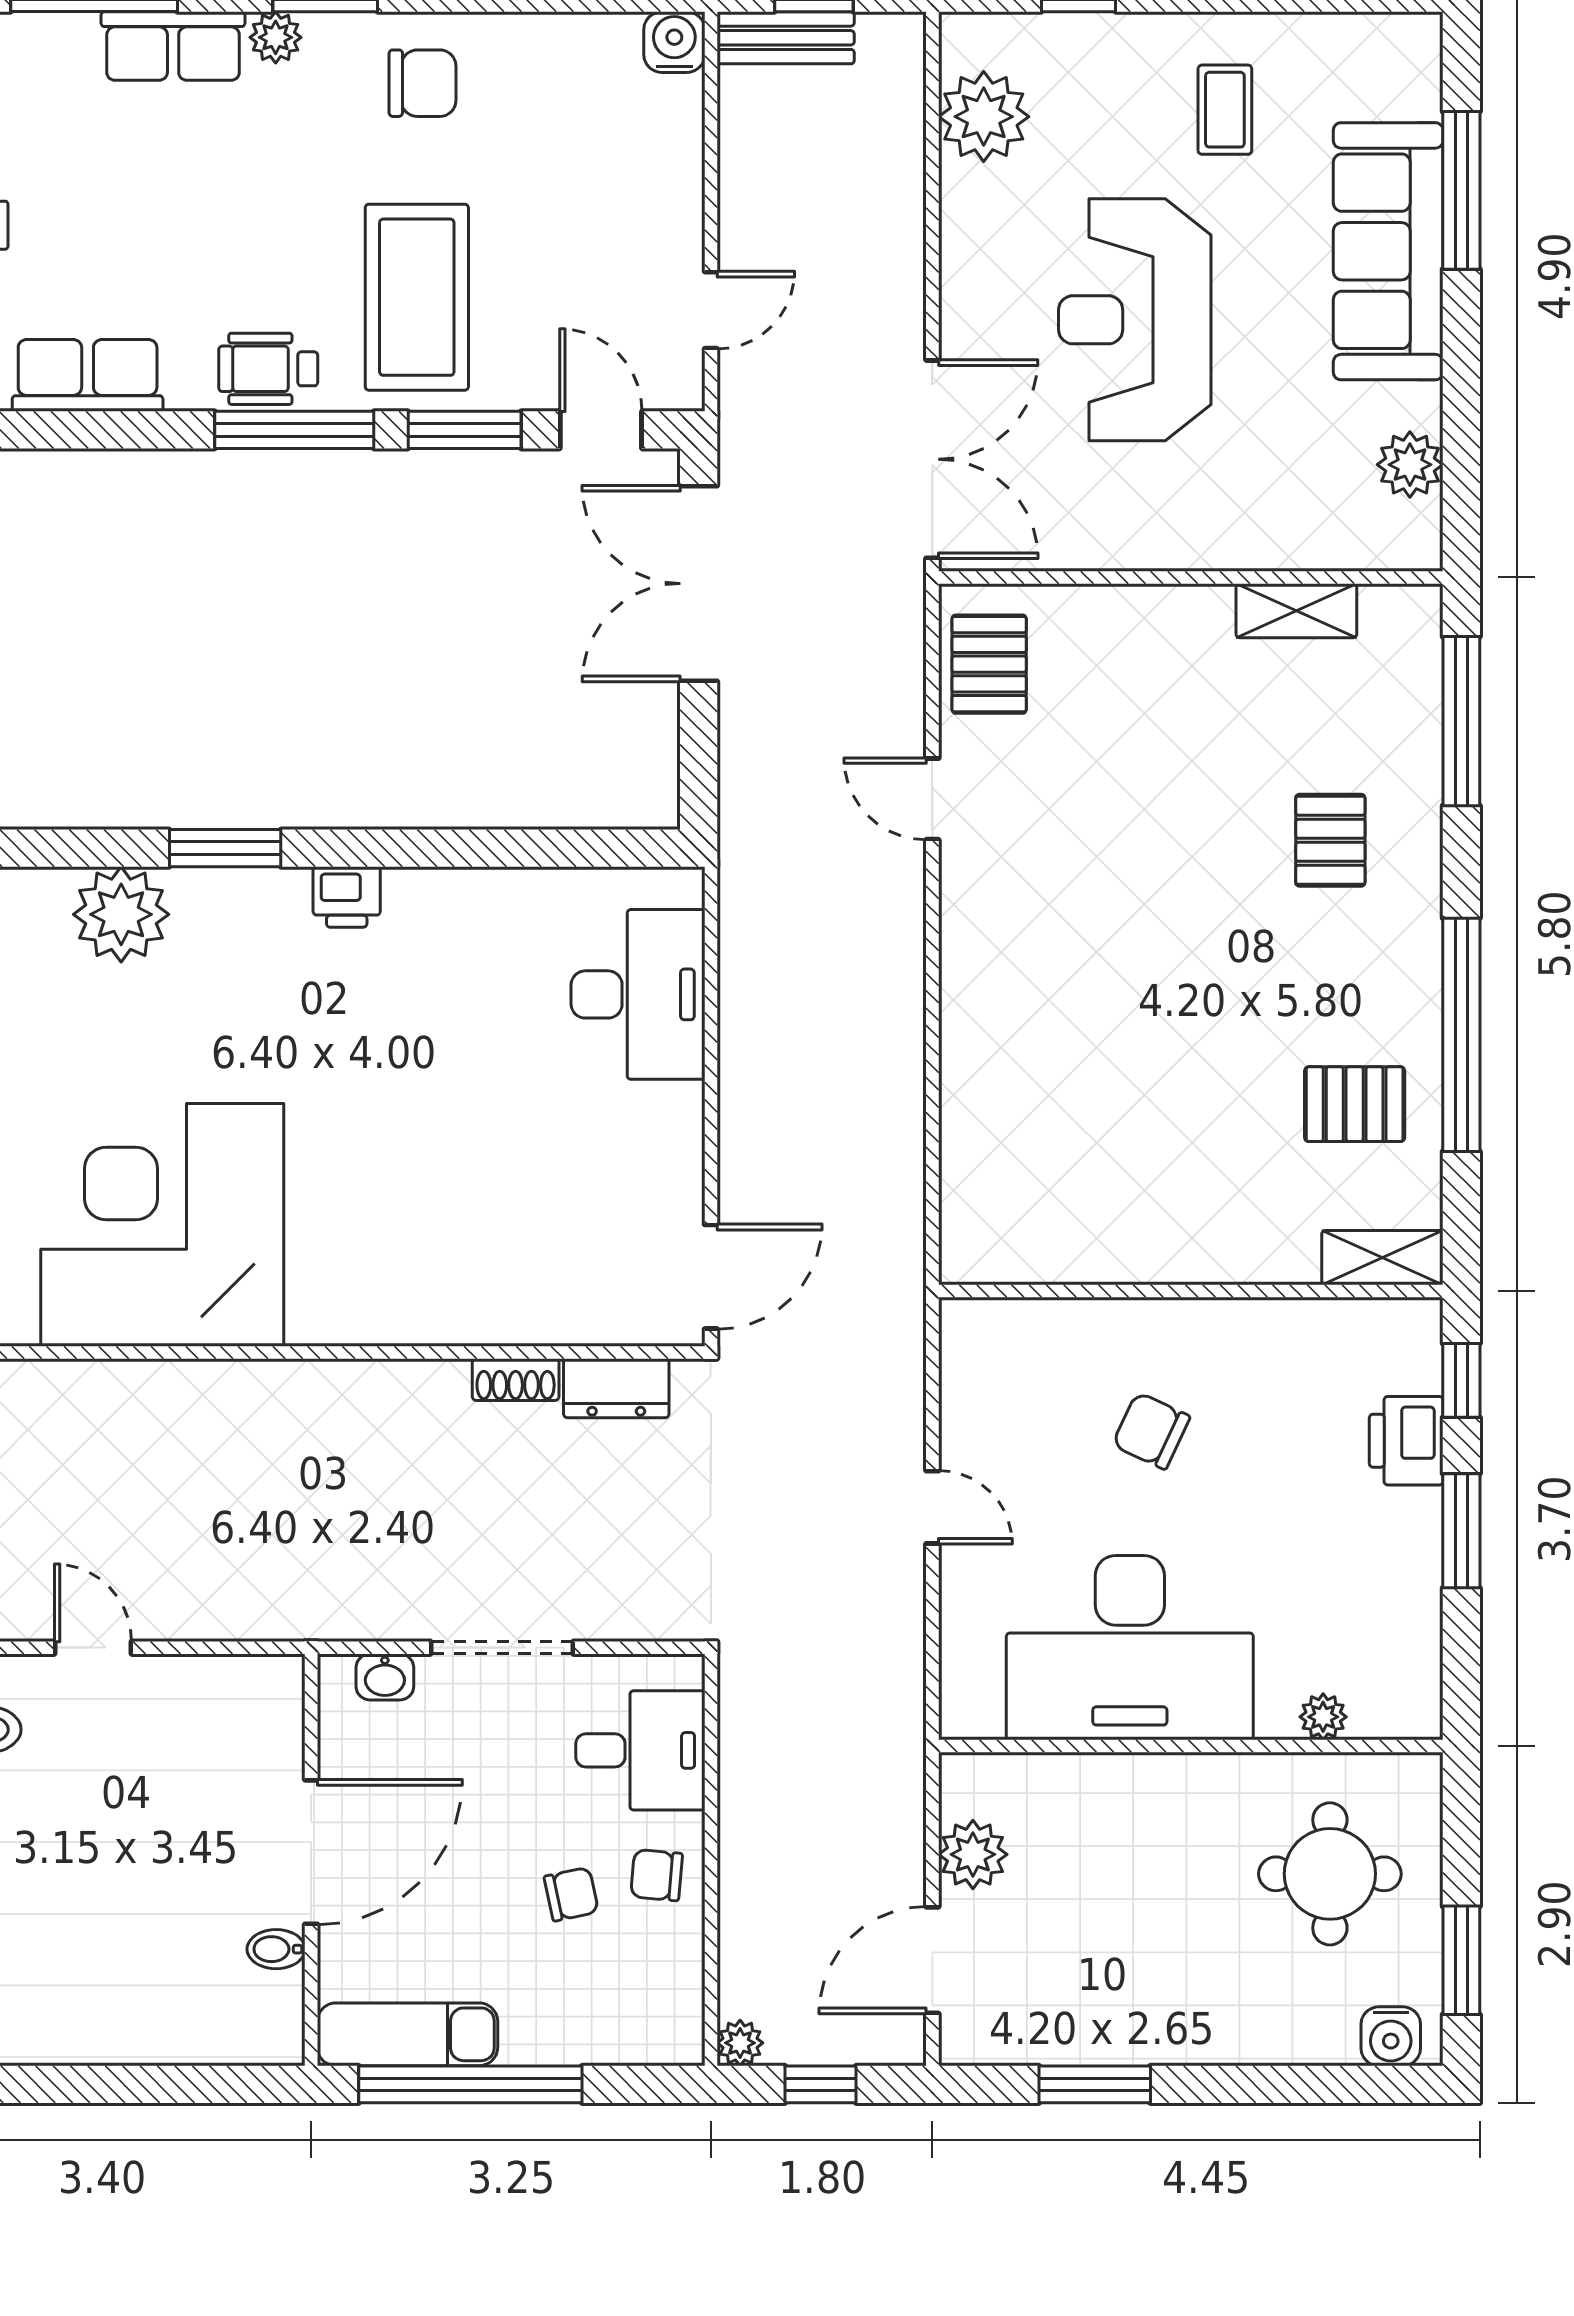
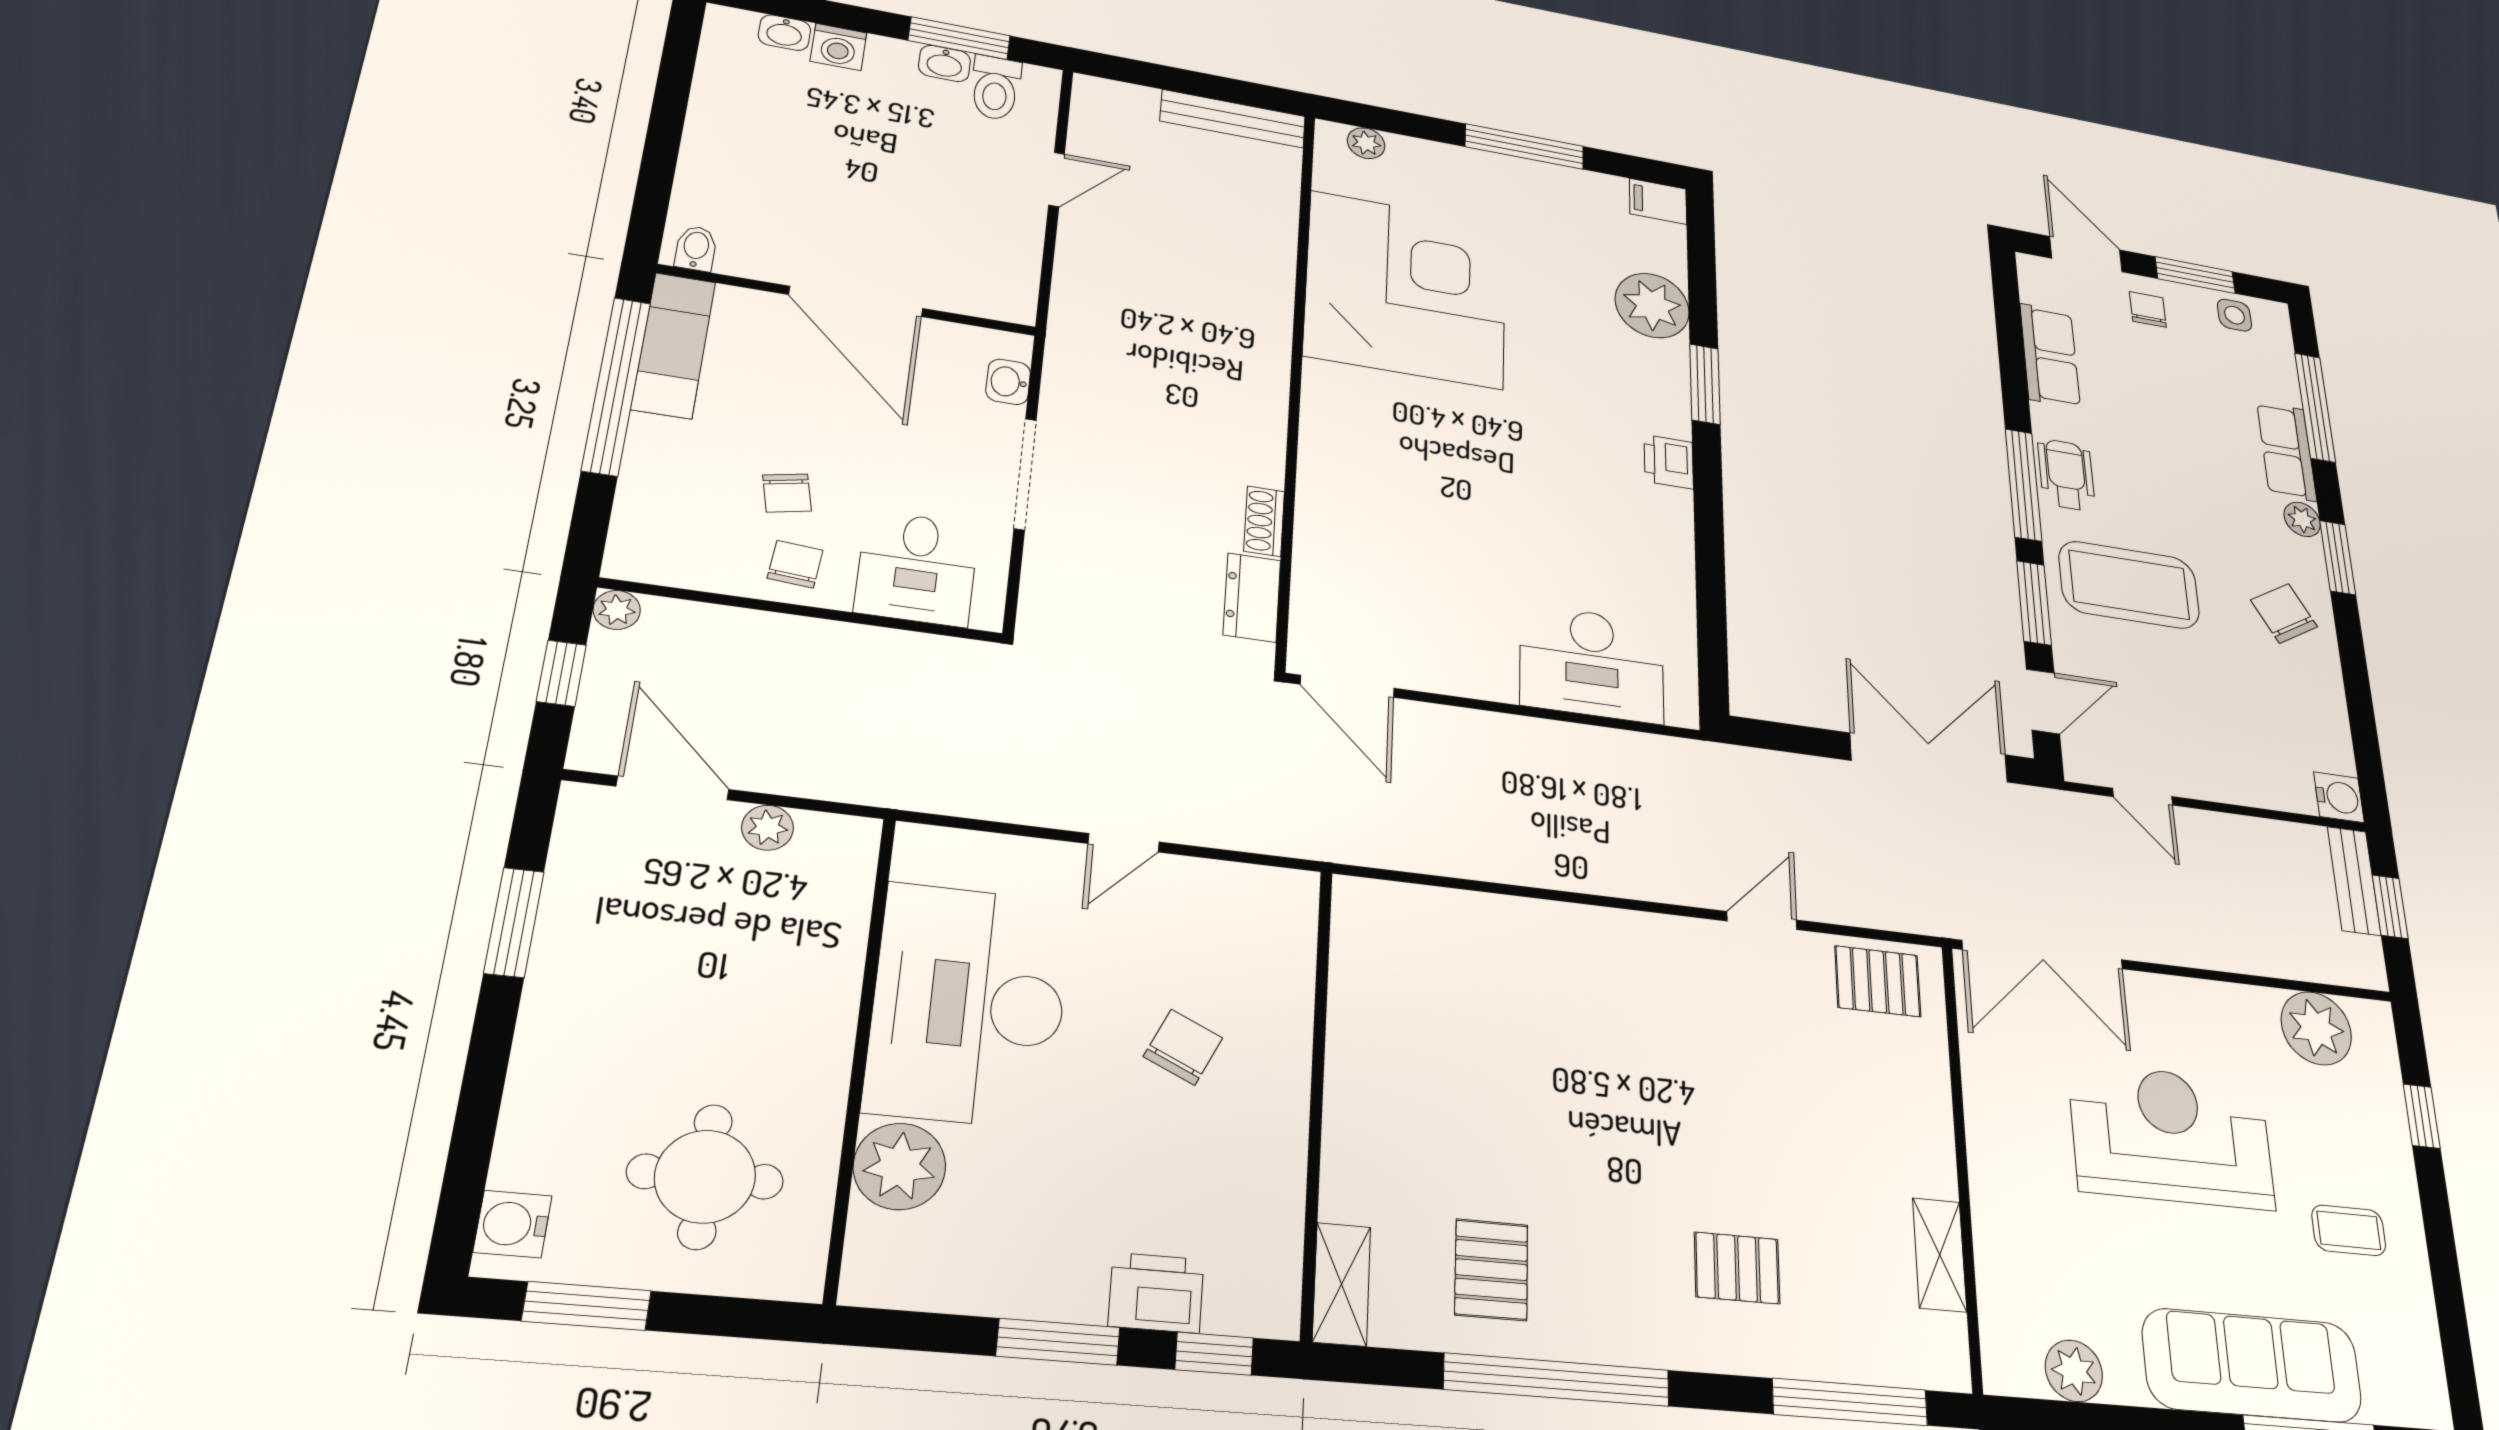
chair: (423, 83) -> (2284, 613), turned 150
plant: (1323, 1717) -> (900, 1166), width x1.88, depth x1.88
plant: (973, 1854) -> (768, 828), width x0.73, depth x0.73
bidet: (276, 1949) -> (696, 248), moved

